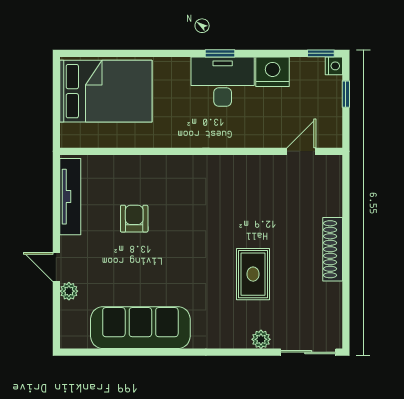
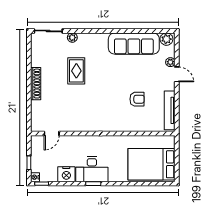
armchair: (134, 219) -> (137, 99), turned -90
plant: (77, 336) -> (166, 39), added

